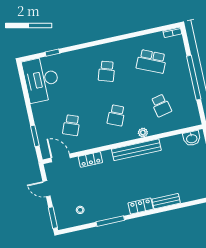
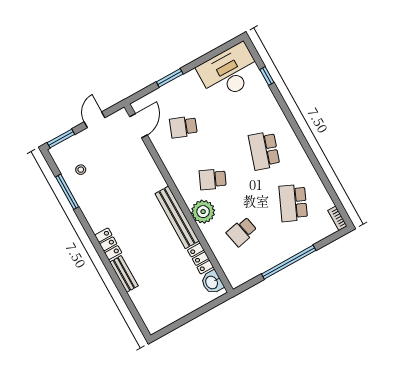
school desk: (107, 71) -> (264, 151), width x1.85
plant: (143, 133) -> (203, 212), width x1.88, depth x1.88
window: (35, 136) -> (170, 78), moved
locker: (90, 160) -> (200, 259), moved
window: (110, 221) -> (67, 192), moved

